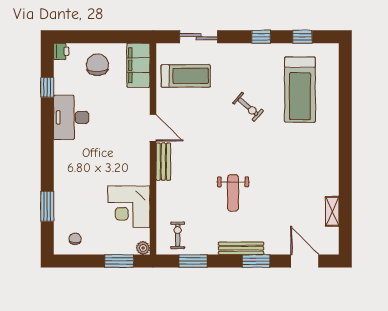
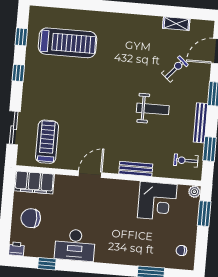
exercise bike: (248, 107) -> (175, 69), moved
bench: (163, 162) -> (136, 169), moved
bench: (241, 248) -> (201, 123), moved

